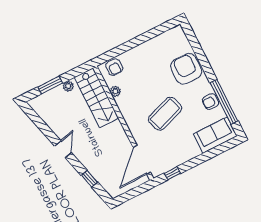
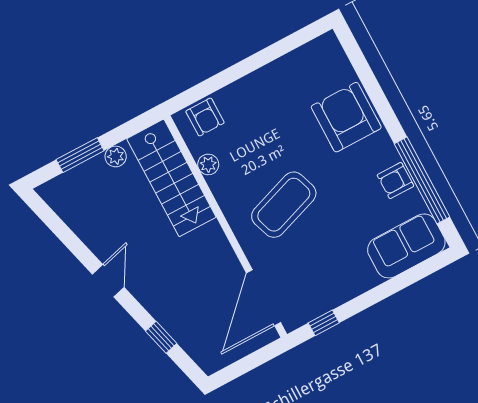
coffee table: (165, 114) -> (284, 205), moved

